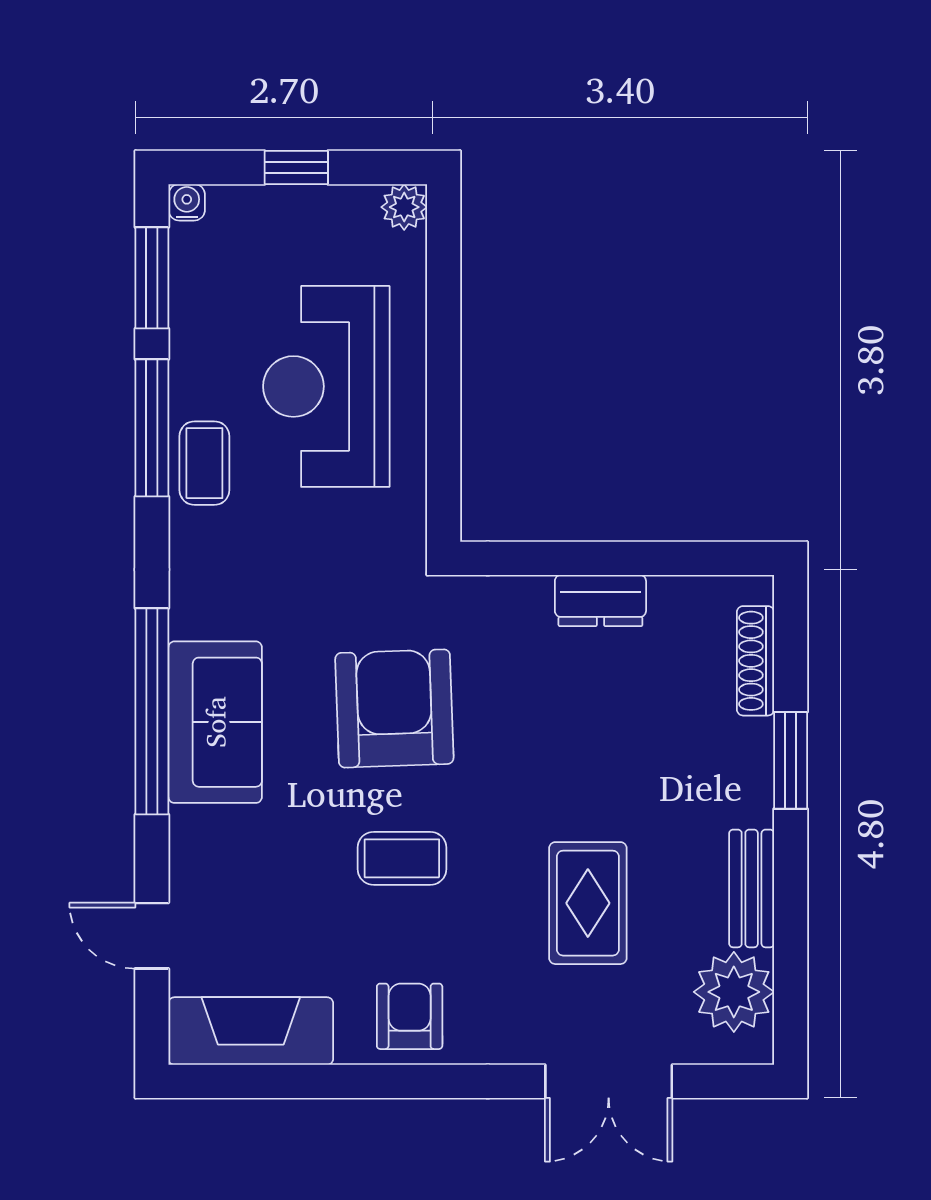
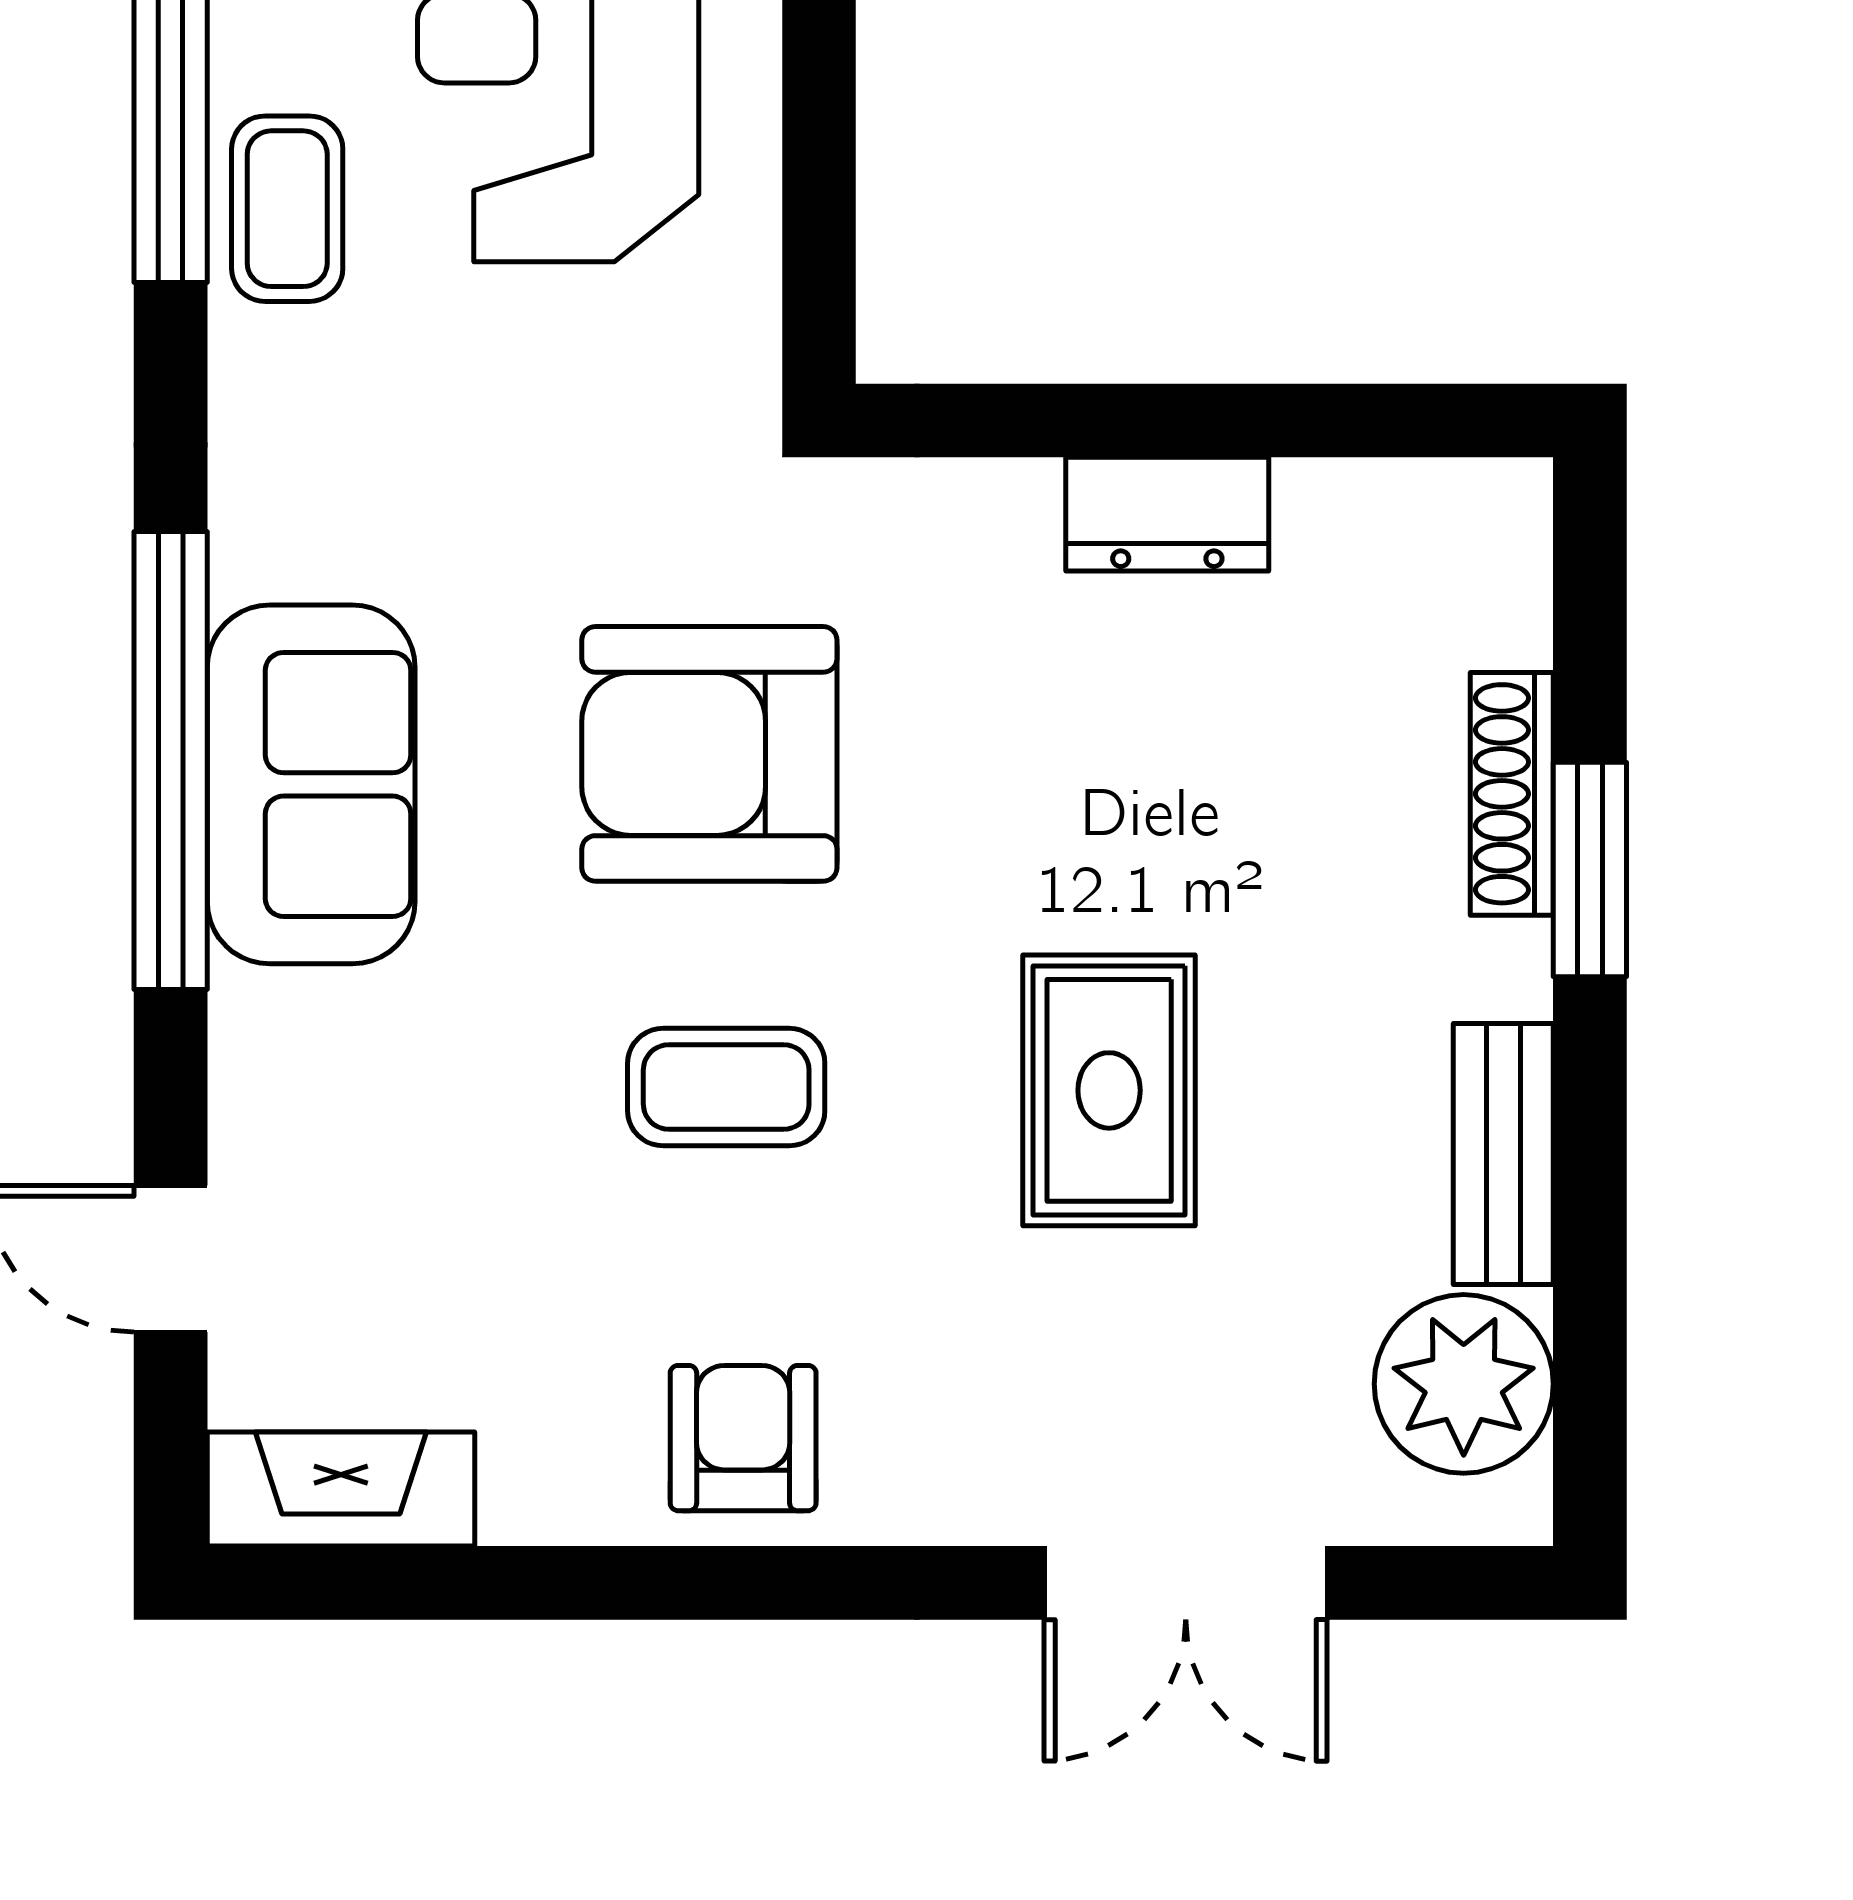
shoe rack: (755, 661) -> (1512, 794), moved
armchair: (394, 708) -> (709, 754), turned -88
rug: (588, 903) -> (1109, 1090), moved
fireplace: (251, 1031) -> (341, 1489), width x0.73, depth x0.76

